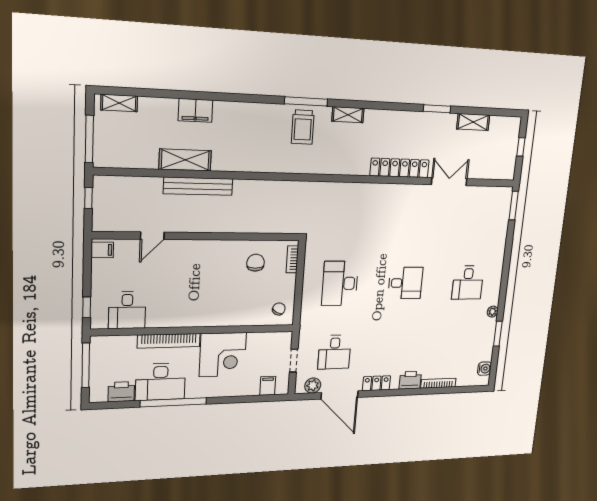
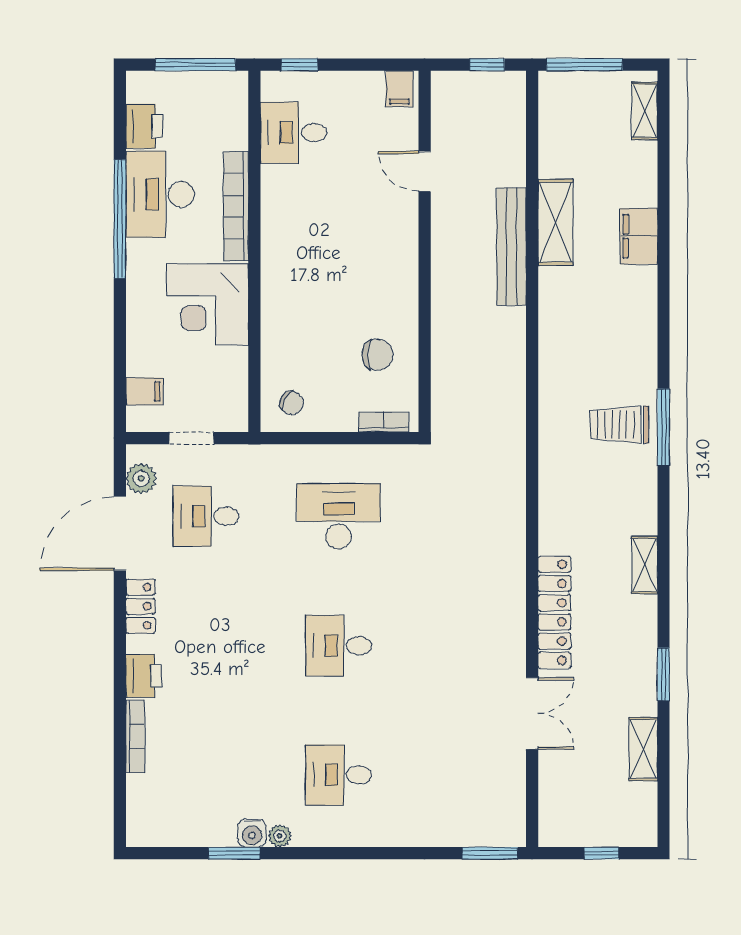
shelving: (348, 115) -> (645, 565), moved
desk: (405, 283) -> (339, 646), turned 90
water cooler: (484, 369) -> (252, 833), moved

